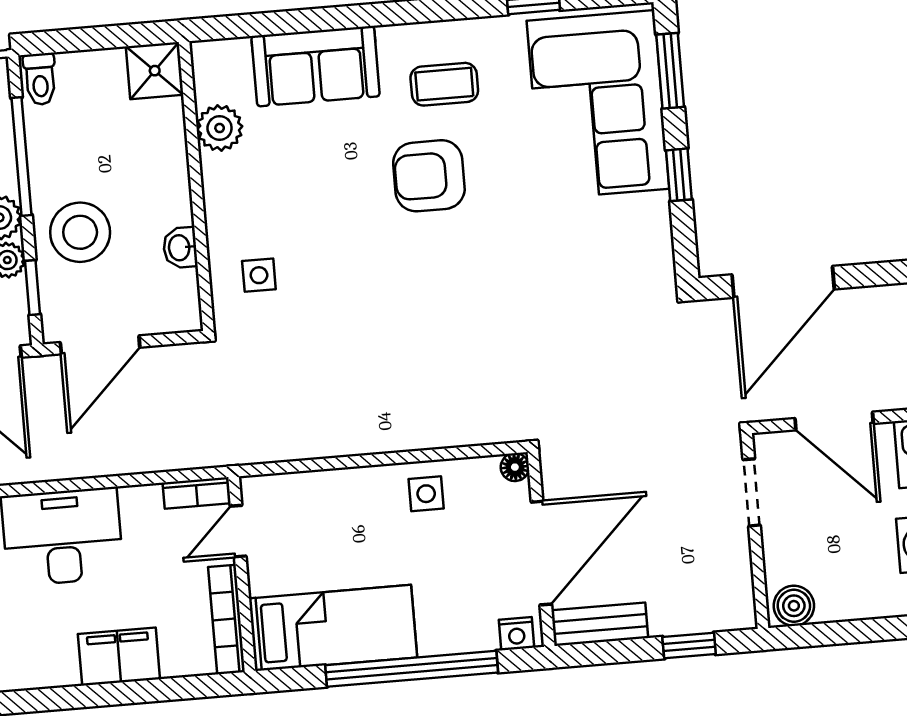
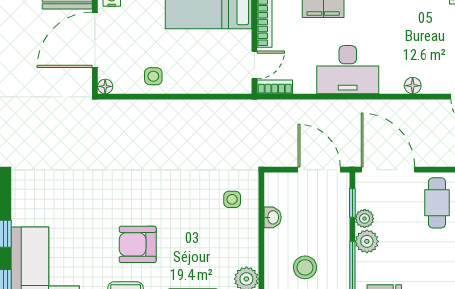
armchair: (429, 176) -> (138, 244), turned 180
stool: (80, 232) -> (305, 267), moved, width x0.73, depth x0.73
door: (100, 345) -> (319, 170), hinge flipped

